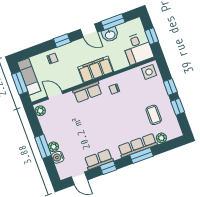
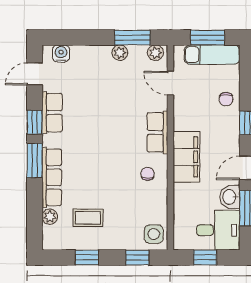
desk: (138, 48) -> (218, 230), moved, turned 180
window: (170, 87) -> (137, 257), moved
door: (55, 95) -> (170, 83), swing flipped
window: (43, 146) -> (132, 38), moved
plant: (53, 147) -> (120, 53), moved
window: (142, 156) -> (35, 161), moved
water cooler: (58, 157) -> (61, 53), moved

